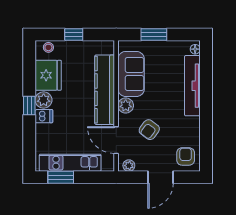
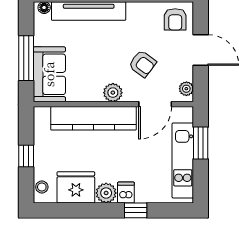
window: (154, 35) -> (26, 58), width x1.44
sofa: (131, 74) -> (49, 74), moved, turned 90
window: (29, 106) -> (136, 210), moved
armchair: (186, 156) -> (175, 19), turned -90
window: (61, 177) -> (201, 143), moved

